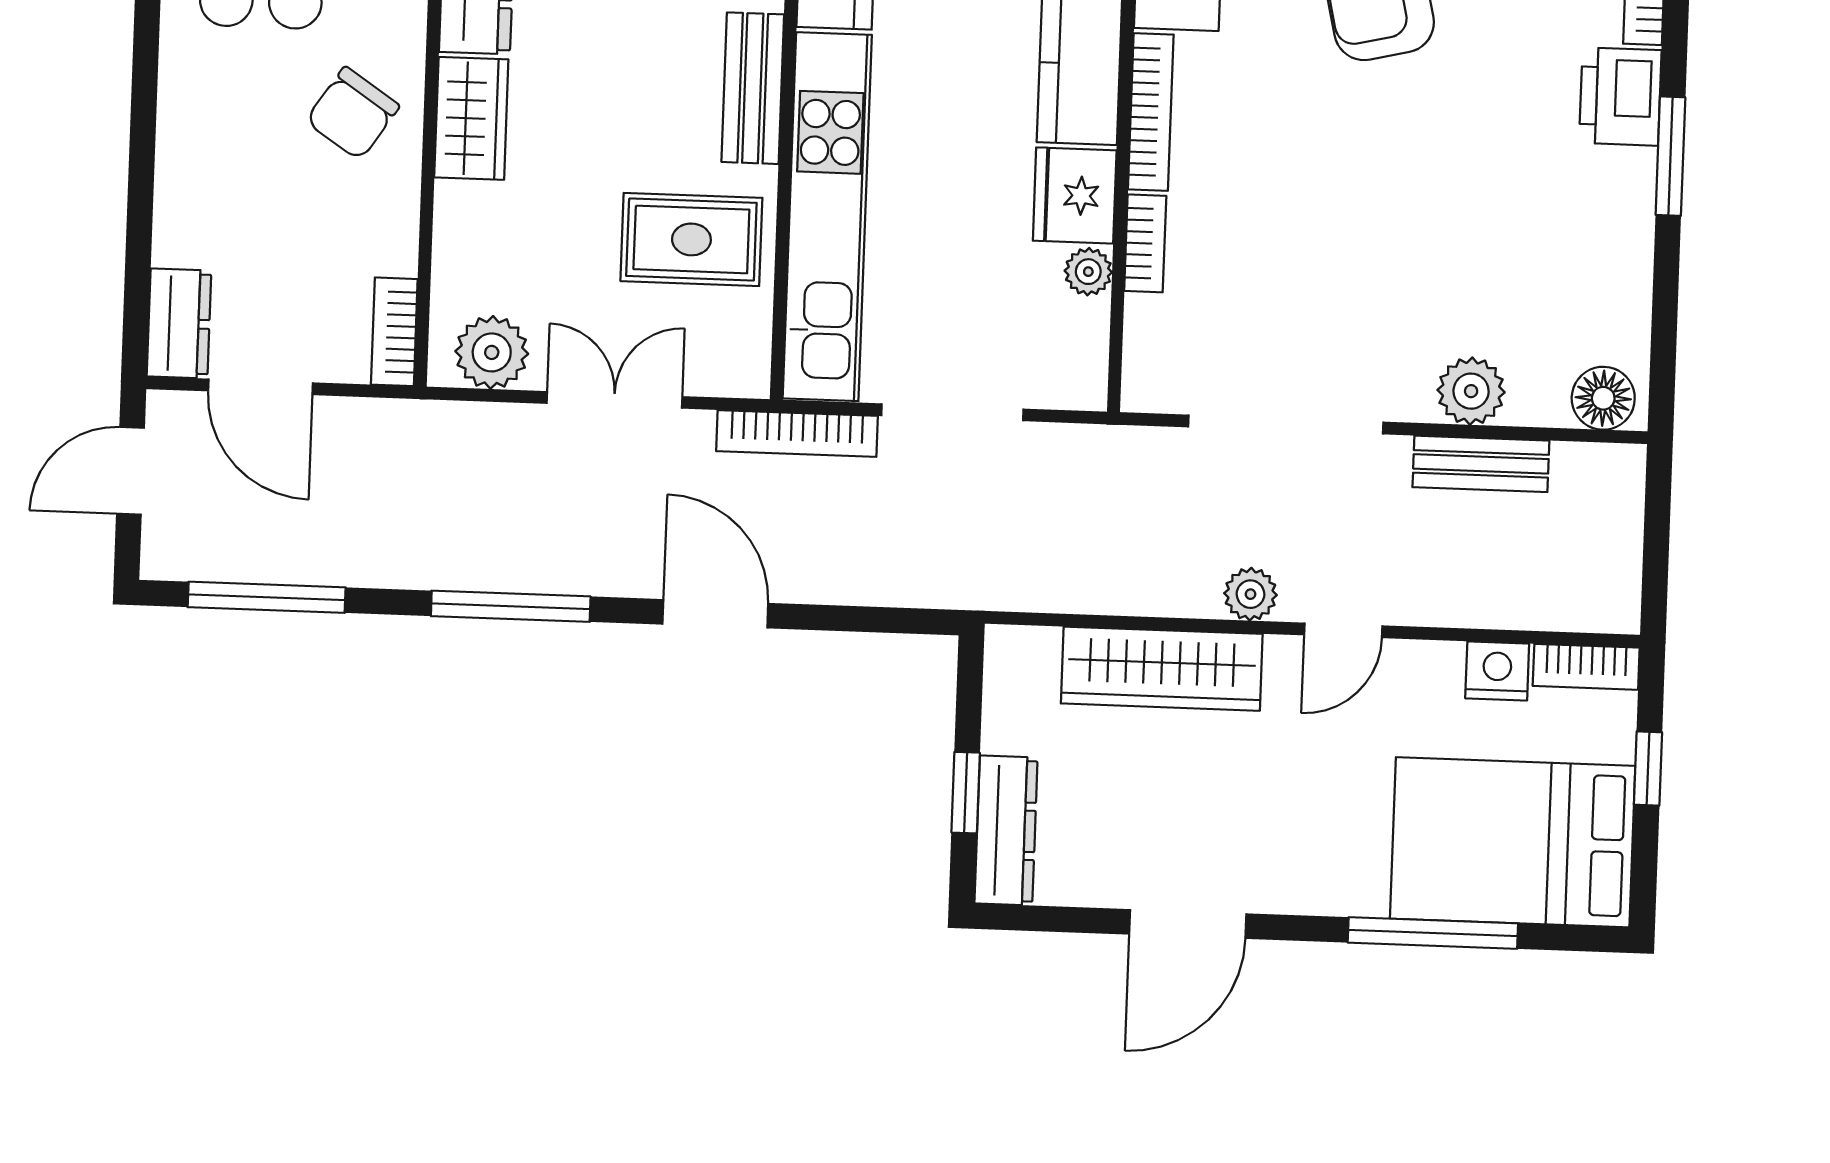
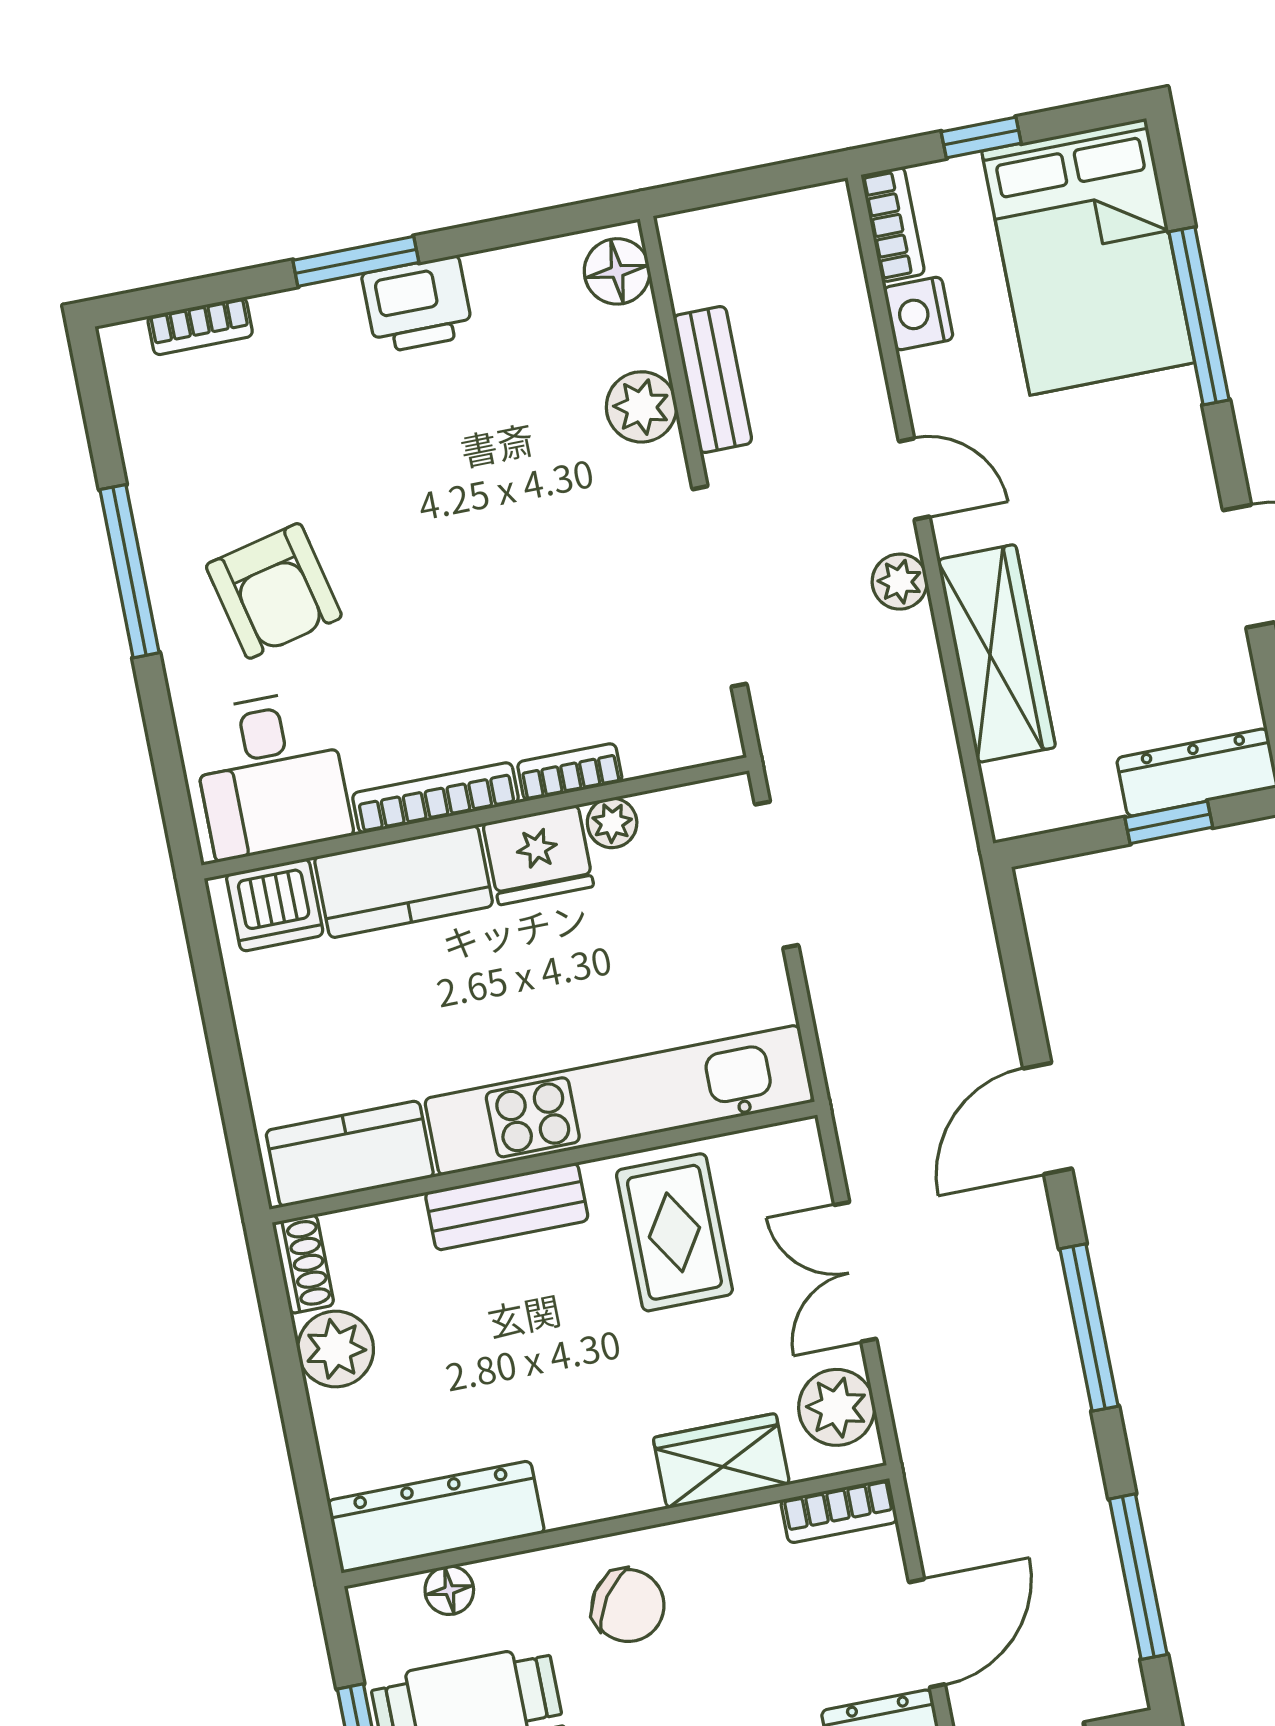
printer: (1620, 97) -> (418, 305), moved
wardrobe: (471, 118) -> (721, 1461), moved
doorway: (952, 412) -> (777, 875), moved
bookcase: (797, 434) -> (846, 1079), removed

